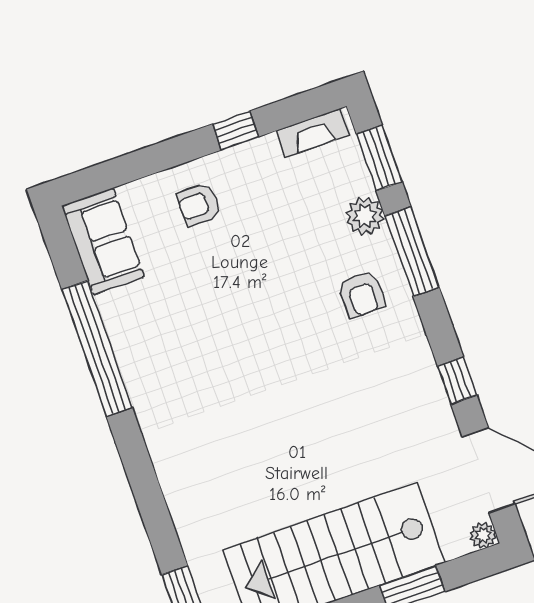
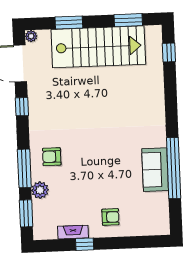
fireplace: (313, 133) -> (73, 232), moved
sofa: (103, 241) -> (155, 170), moved
armchair: (362, 294) -> (52, 157), turned -90

